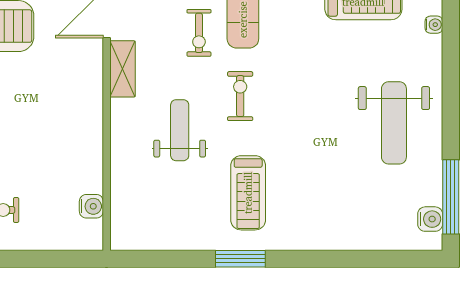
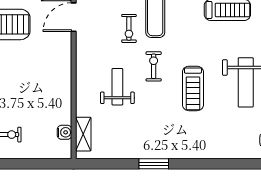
shelving: (123, 69) -> (83, 134), moved
treadmill: (248, 193) -> (193, 88), moved

